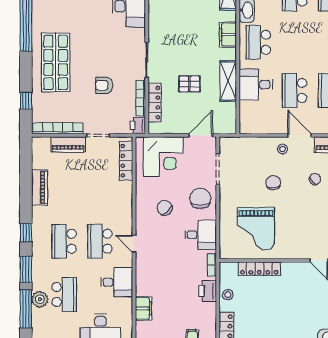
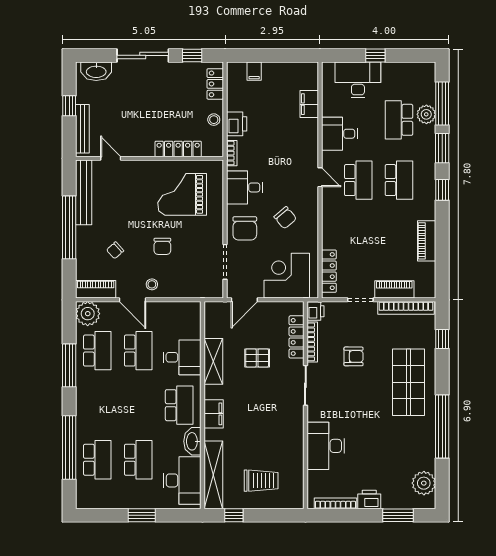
grand piano: (256, 229) -> (182, 194), turned -90

